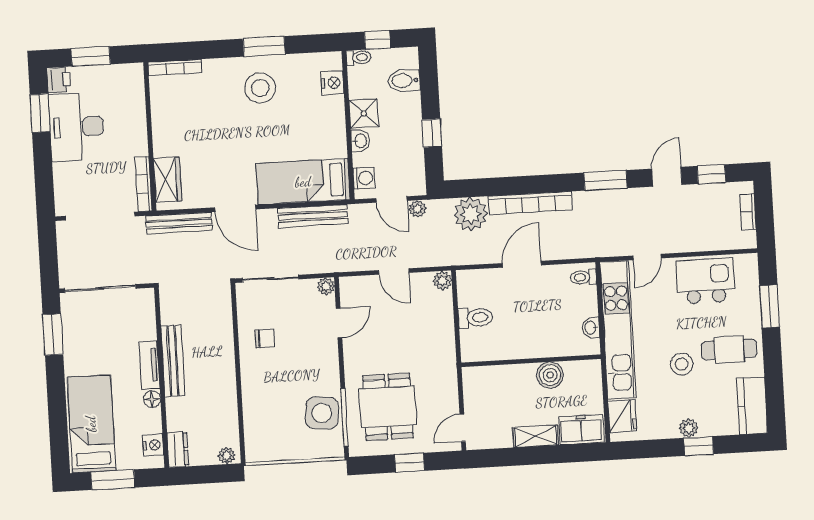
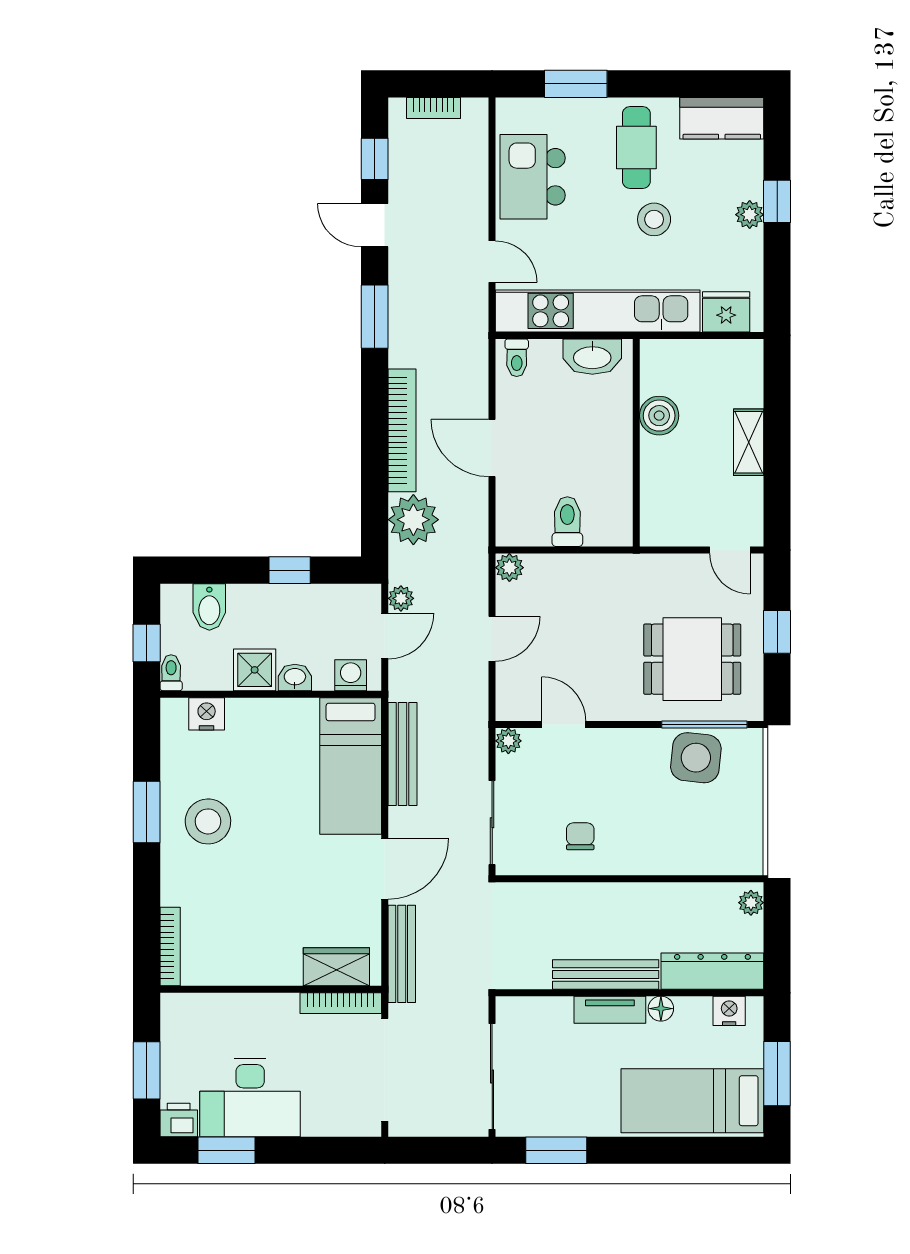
washbasin: (591, 328) -> (592, 357), width x1.91, depth x1.45
freezer: (581, 430) -> (743, 374), removed
dresser: (178, 449) -> (712, 971), width x1.96, depth x1.24

